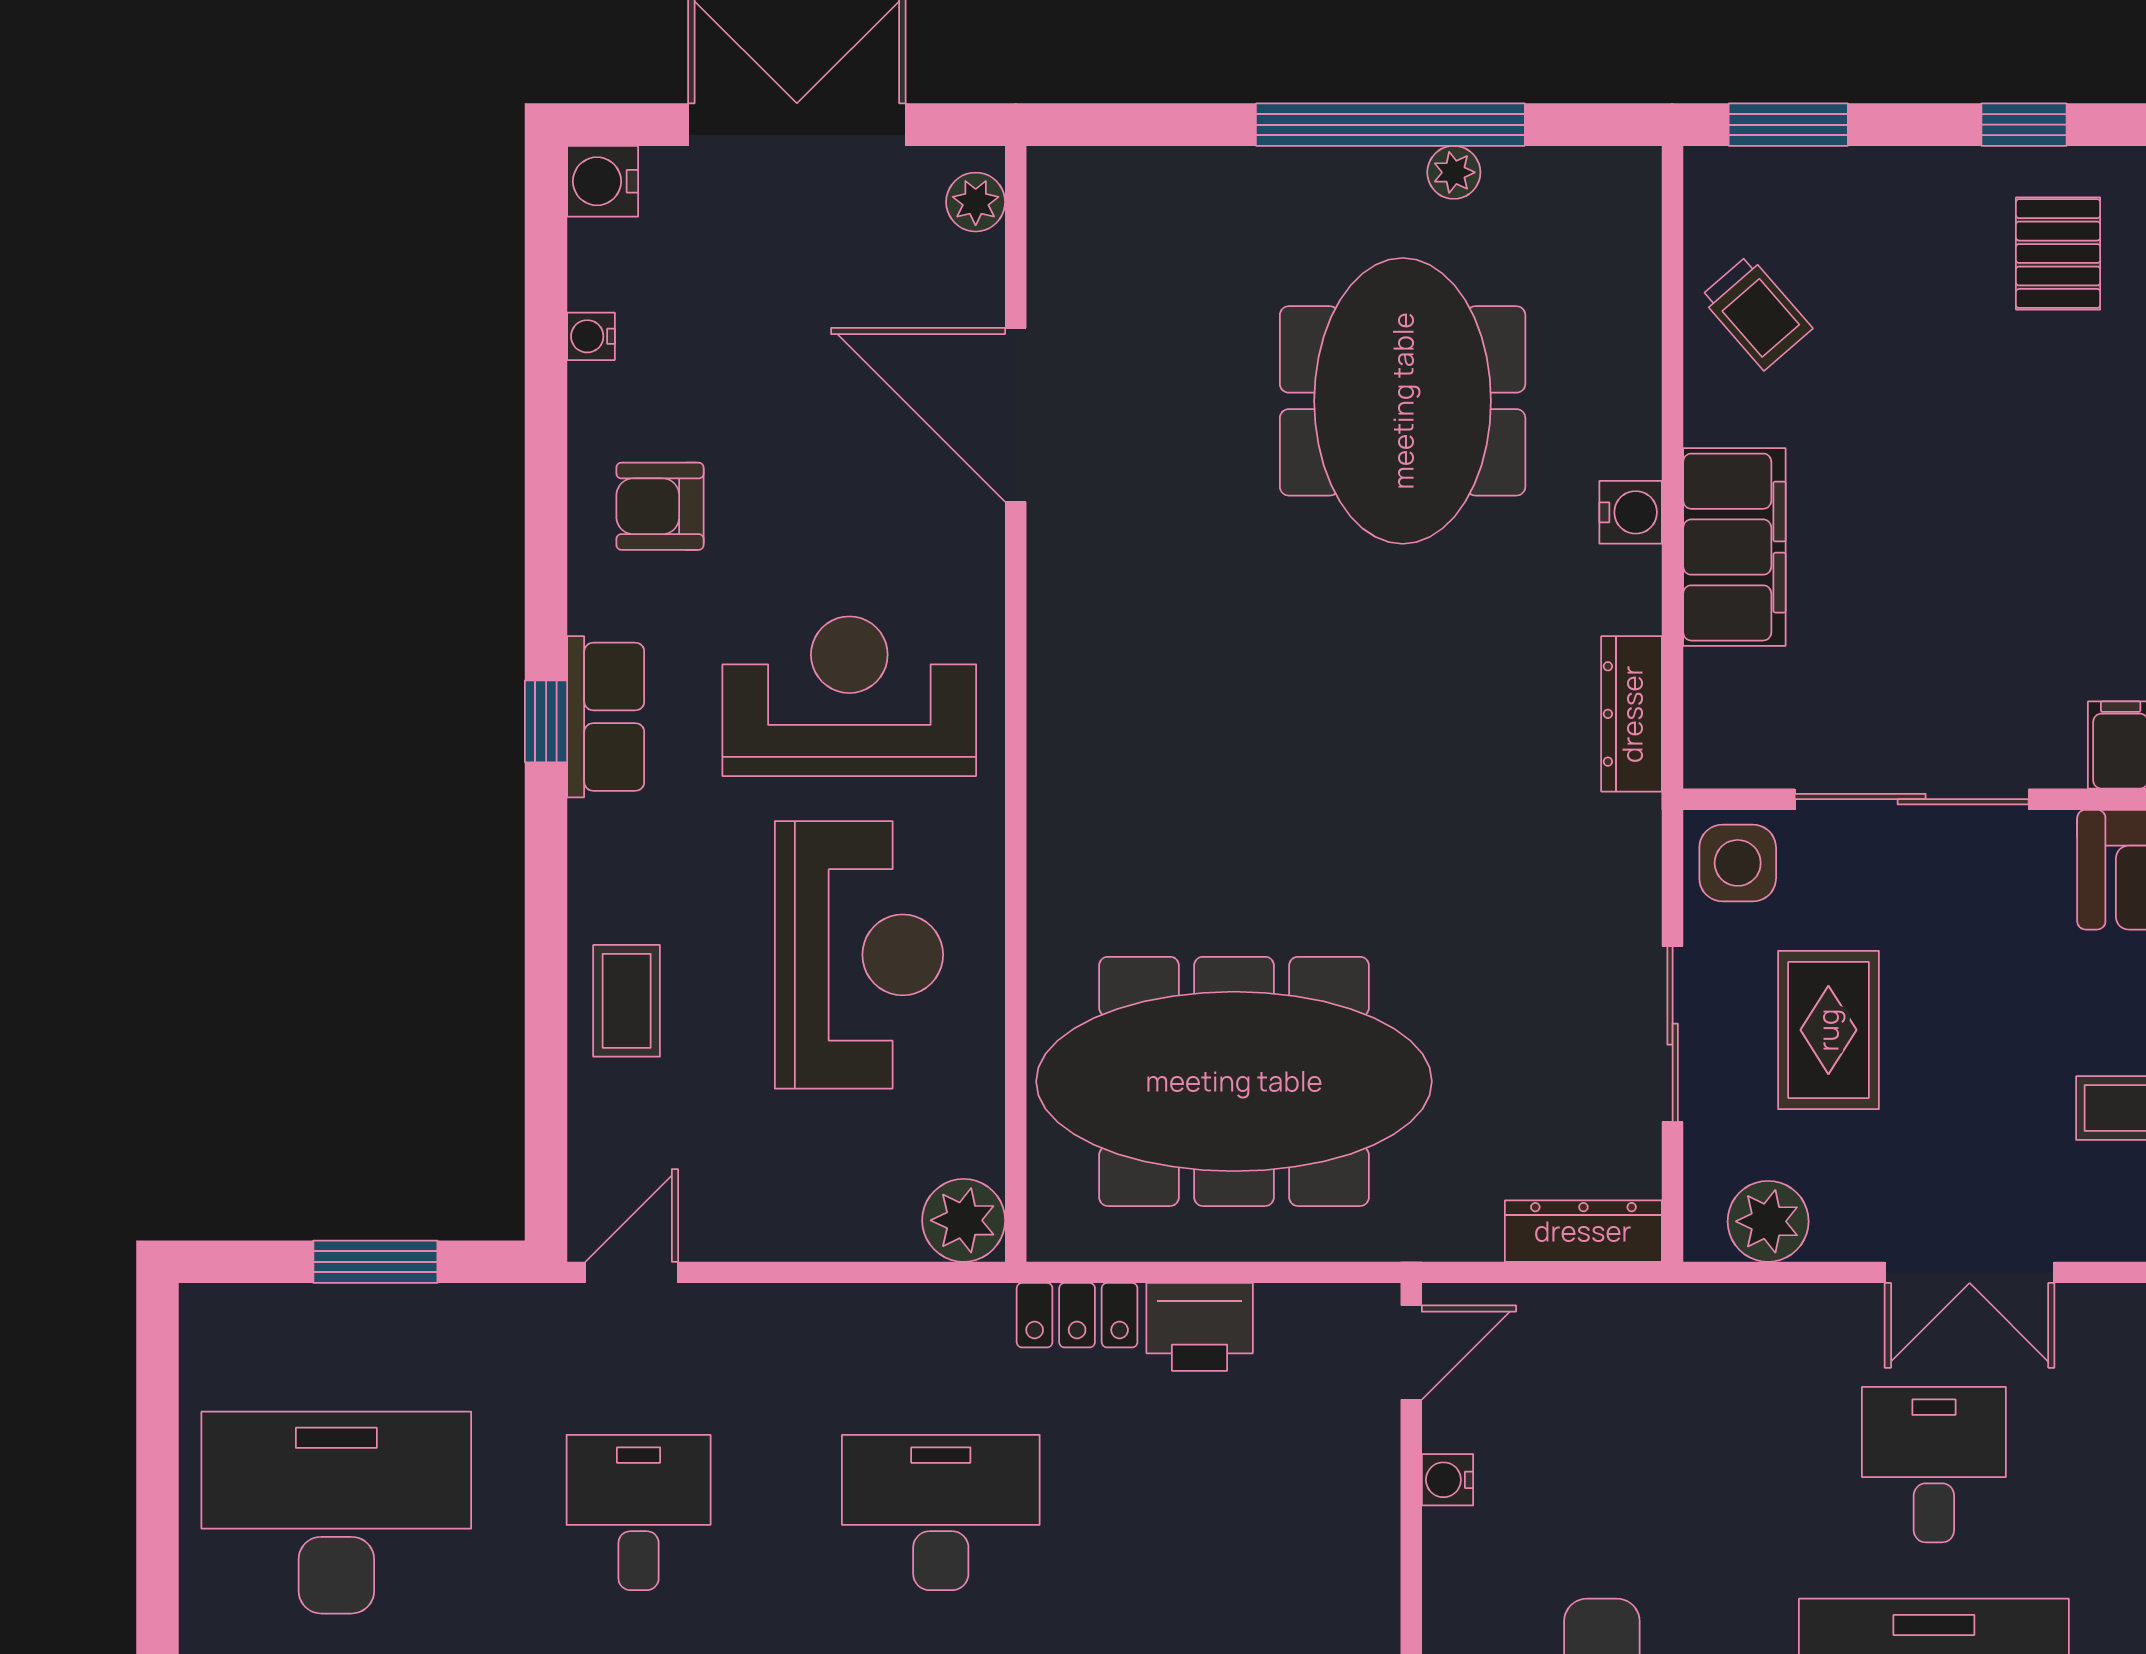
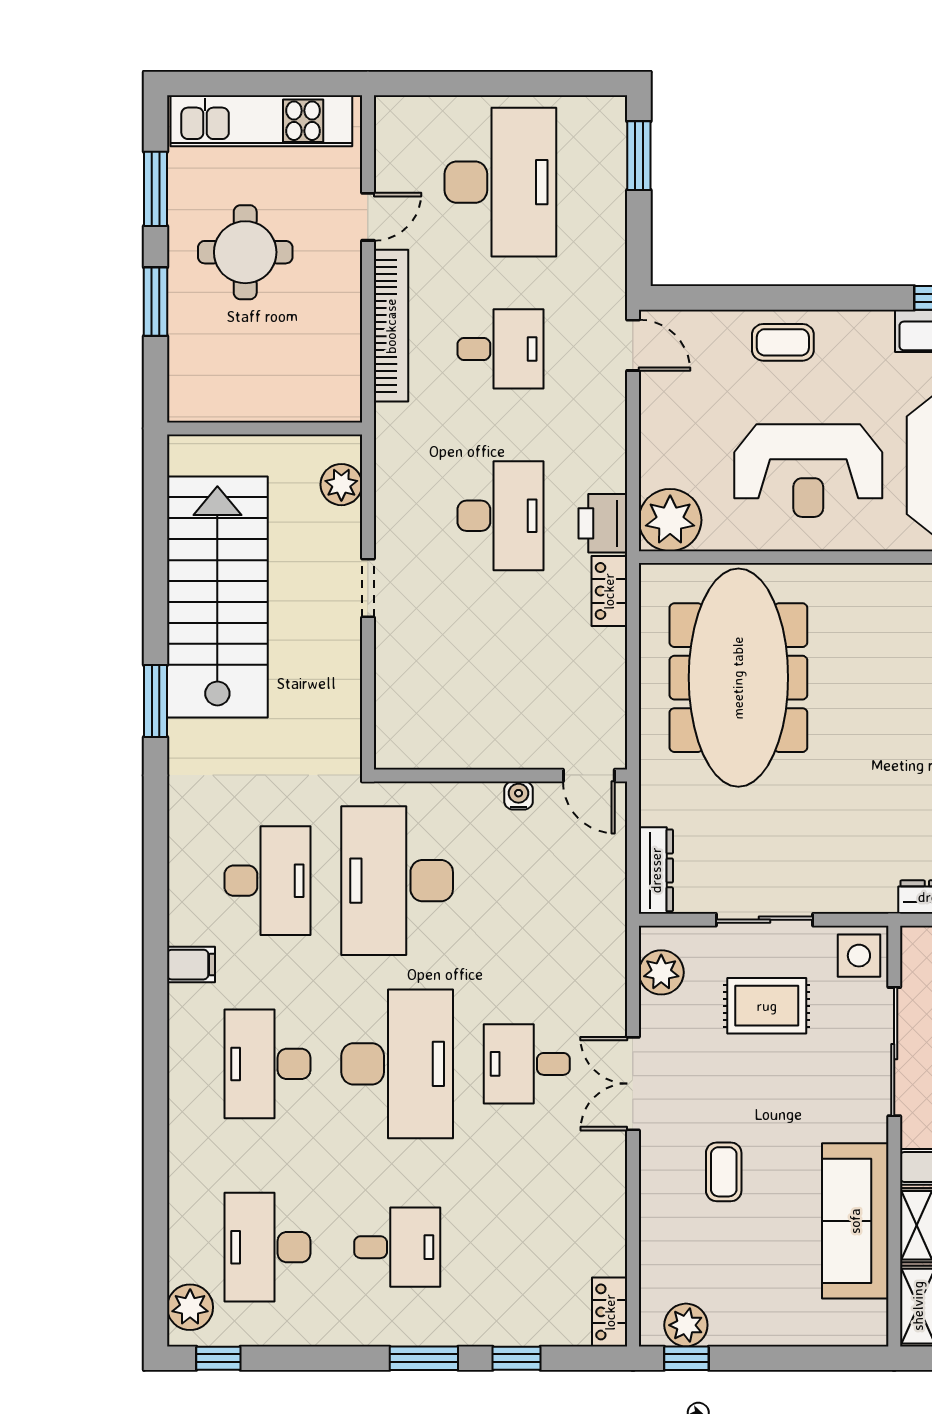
plant: (964, 1220) -> (670, 520), width x1.36, depth x1.36
window: (375, 1262) -> (639, 156), moved
printer: (1200, 1327) -> (603, 523), moved
desk: (1934, 1465) -> (527, 1064), turned 180

